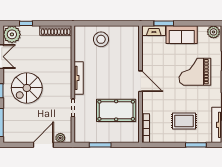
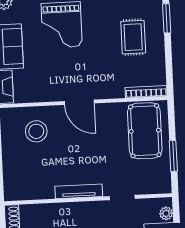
stool: (101, 39) -> (36, 131), moved
door: (141, 81) -> (79, 102), swing flipped
pool table: (116, 110) -> (145, 131), moved

